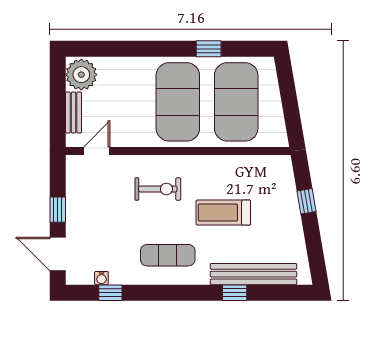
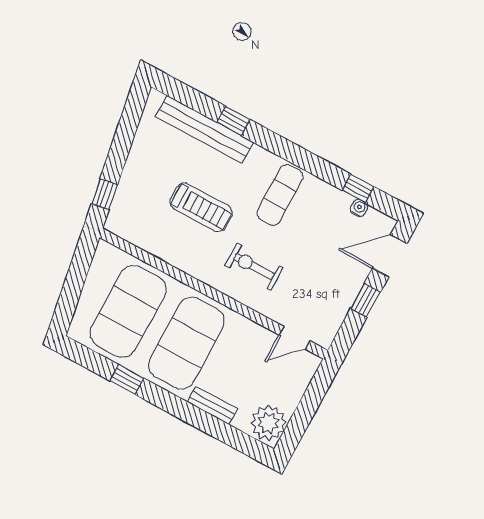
bench: (74, 112) -> (212, 405), moved, turned 90
window: (306, 201) -> (104, 194), moved
door: (58, 254) -> (390, 256), swing flipped
exercise mat: (168, 255) -> (280, 195), turned 90

